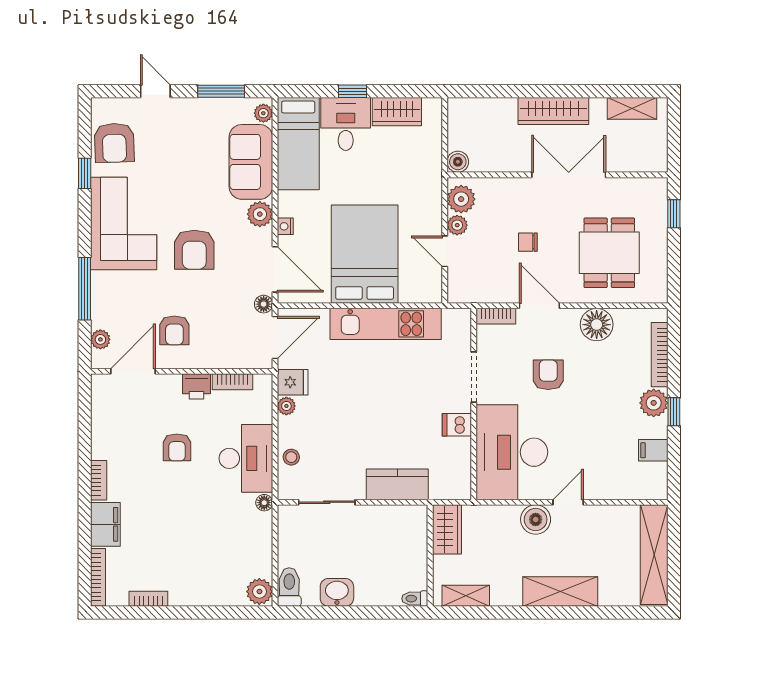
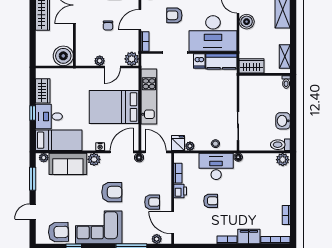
boiler: (458, 162) -> (63, 56), width x1.86, depth x1.86
plant: (461, 199) -> (132, 59), moved
kitchen counter: (397, 484) -> (221, 61), moved, turned -90

